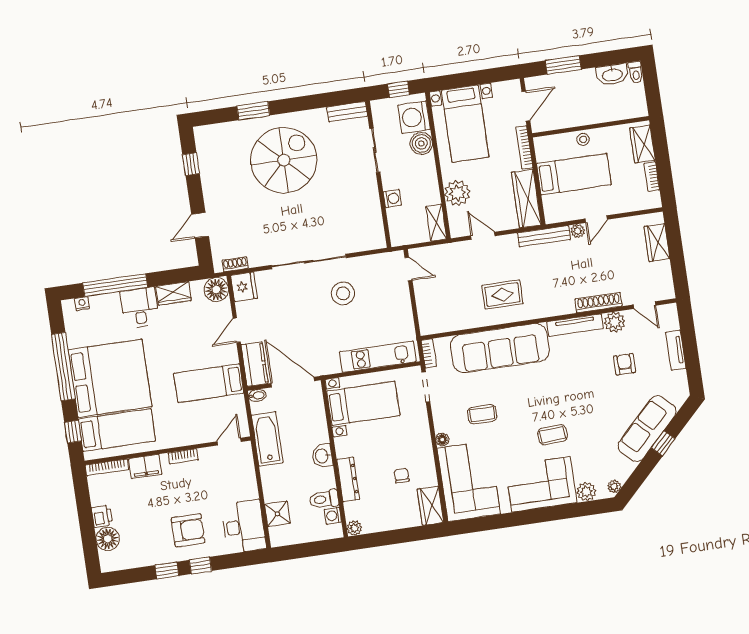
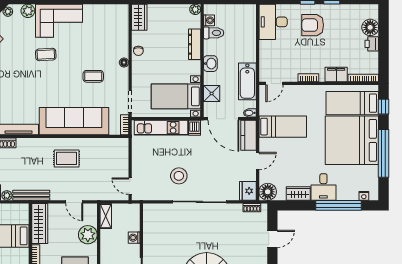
dishwasher: (331, 363) -> (194, 128), added
chair: (402, 476) -> (138, 51), moved
corner sofa: (469, 481) -> (110, 30), removed
shower: (277, 514) -> (212, 94), moved

